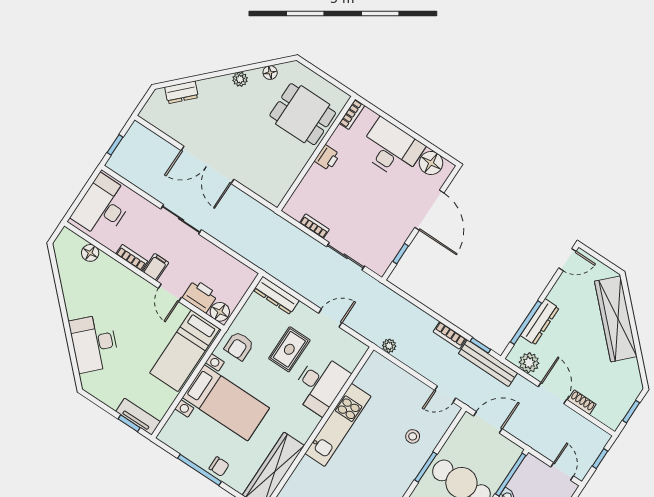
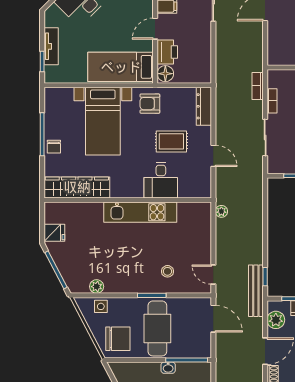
bookcase: (450, 335) -> (258, 86), moved
desk: (320, 384) -> (161, 180), width x0.73
tv unit: (138, 417) -> (51, 46), moved

